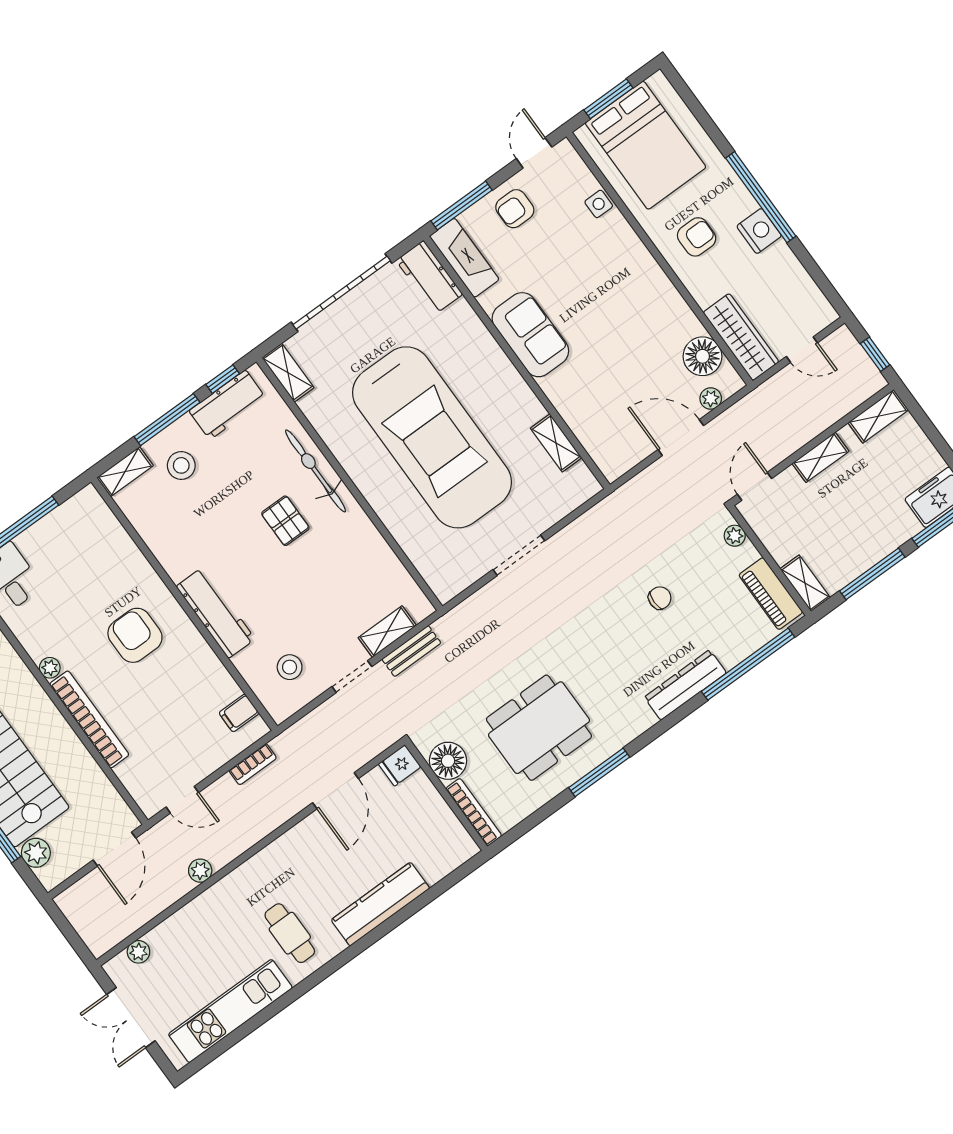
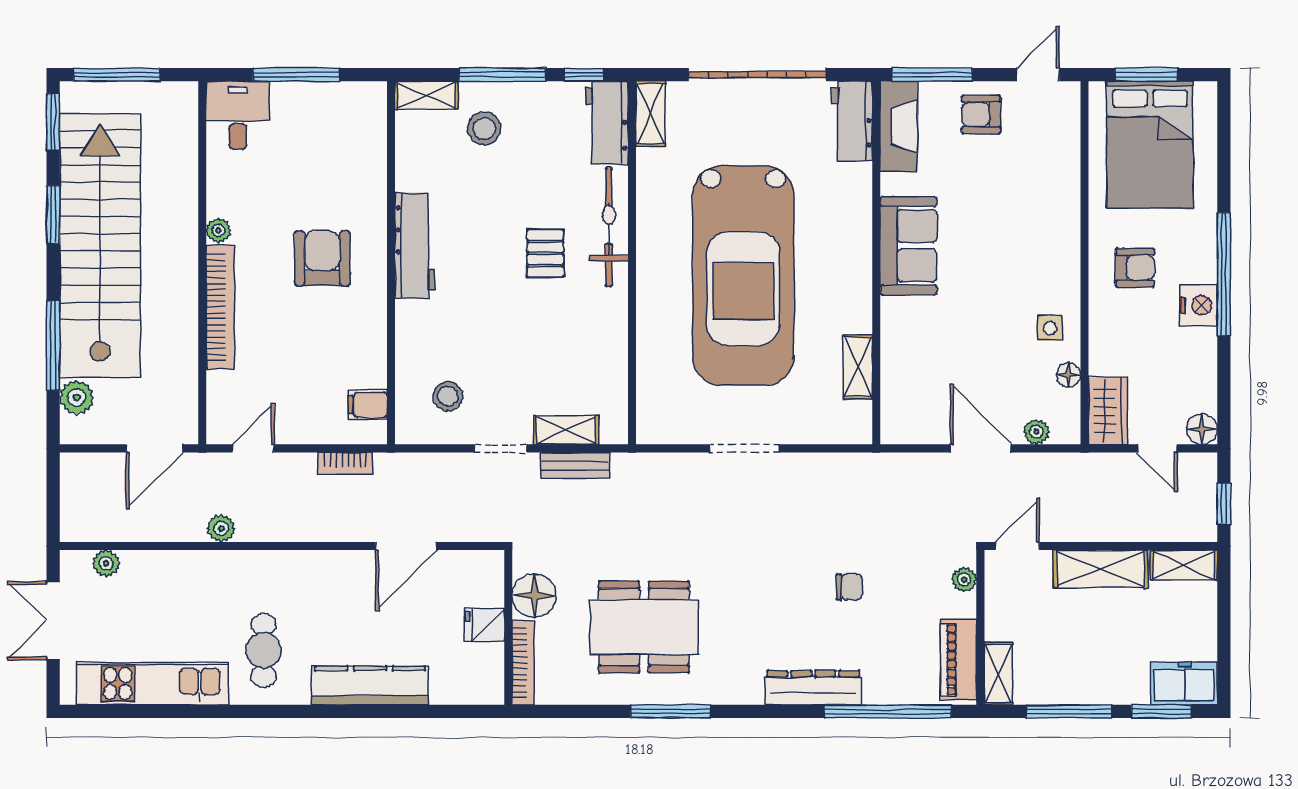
side table: (599, 204) -> (1050, 328), moved
floor lamp: (823, 314) -> (1202, 429), added
wardrobe: (741, 337) -> (1108, 411), width x0.67
floor lamp: (702, 356) -> (1069, 375), width x0.53, depth x0.53
workbench: (228, 405) -> (607, 123), moved, turned 90
shelving: (821, 457) -> (1100, 569), width x1.50, depth x1.33
workbench: (216, 613) -> (415, 246), moved
fridge: (400, 765) -> (485, 625), moved
door: (182, 800) -> (253, 448), swing flipped

